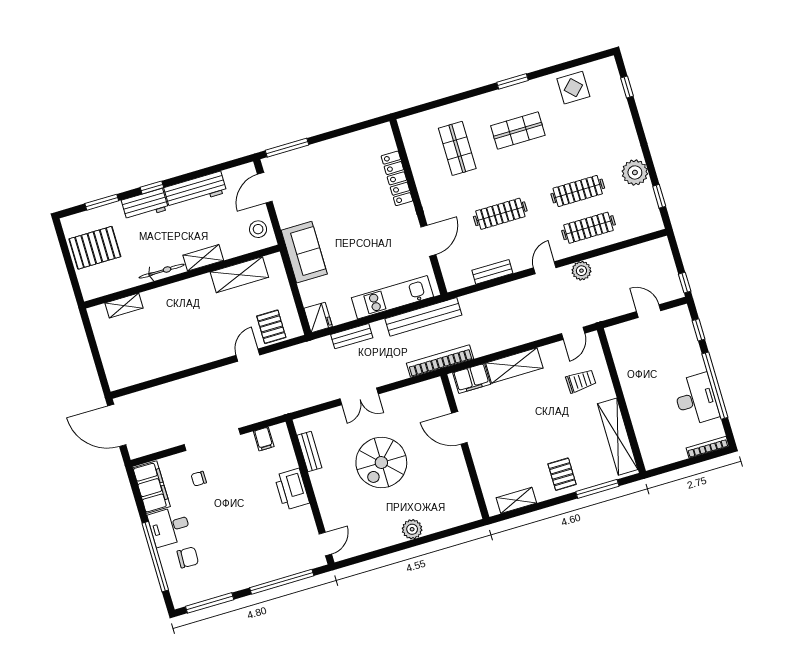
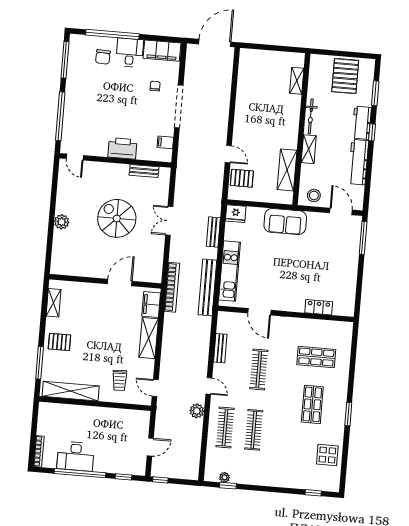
plant: (635, 172) -> (224, 477), moved, width x0.53, depth x0.53
locker: (397, 178) -> (319, 307), width x0.66

